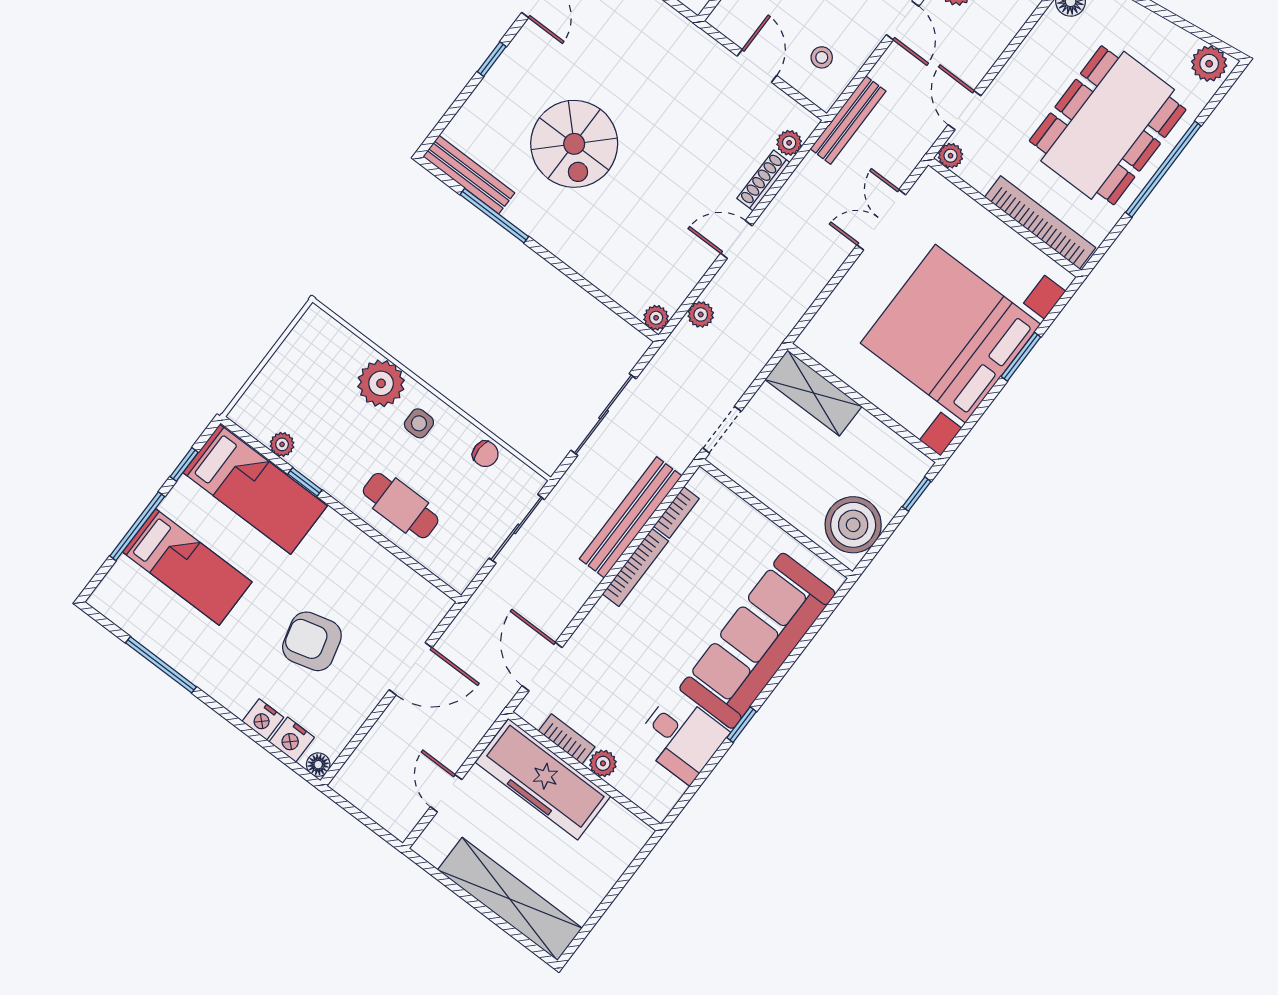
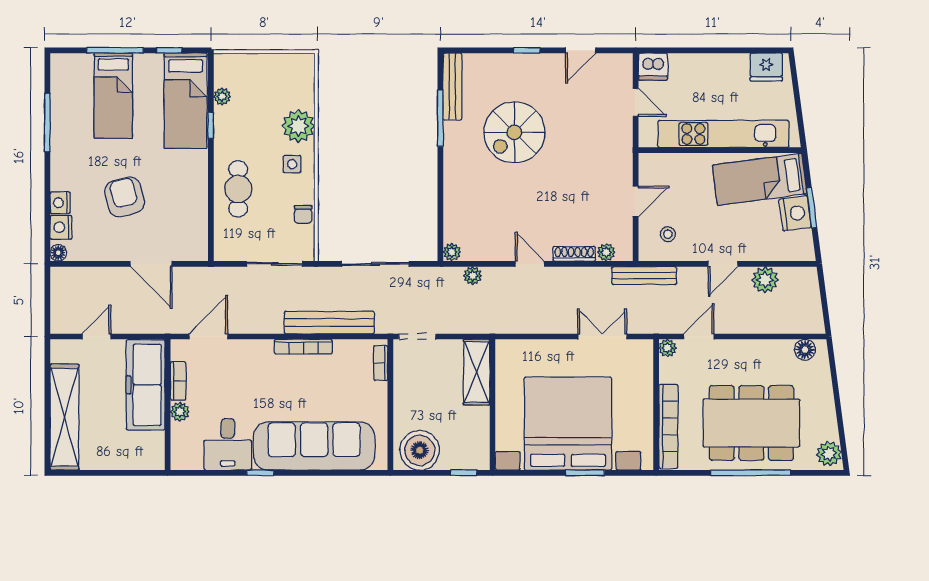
bookcase: (676, 512) -> (381, 363), moved, turned 90

